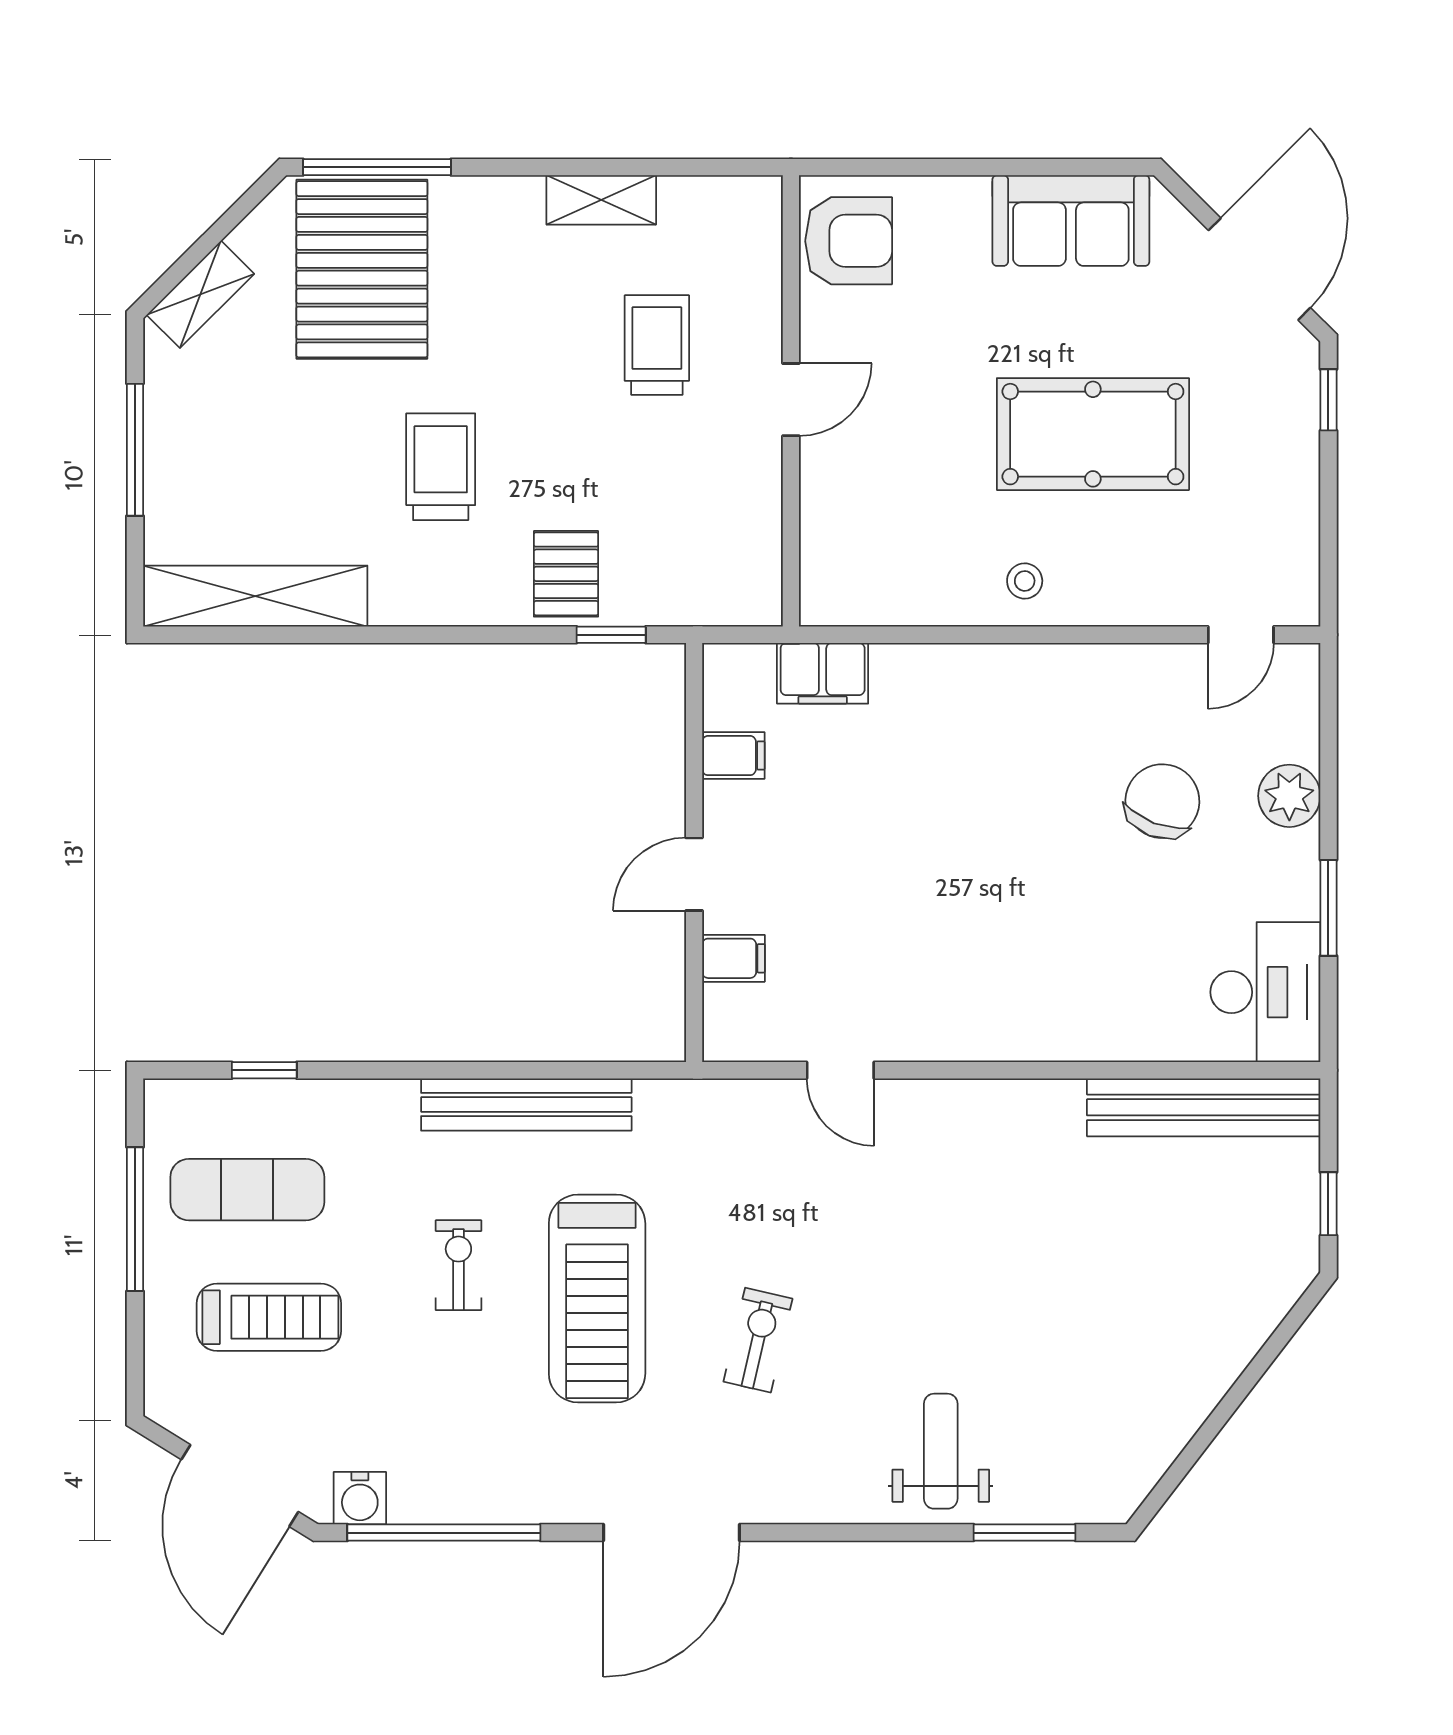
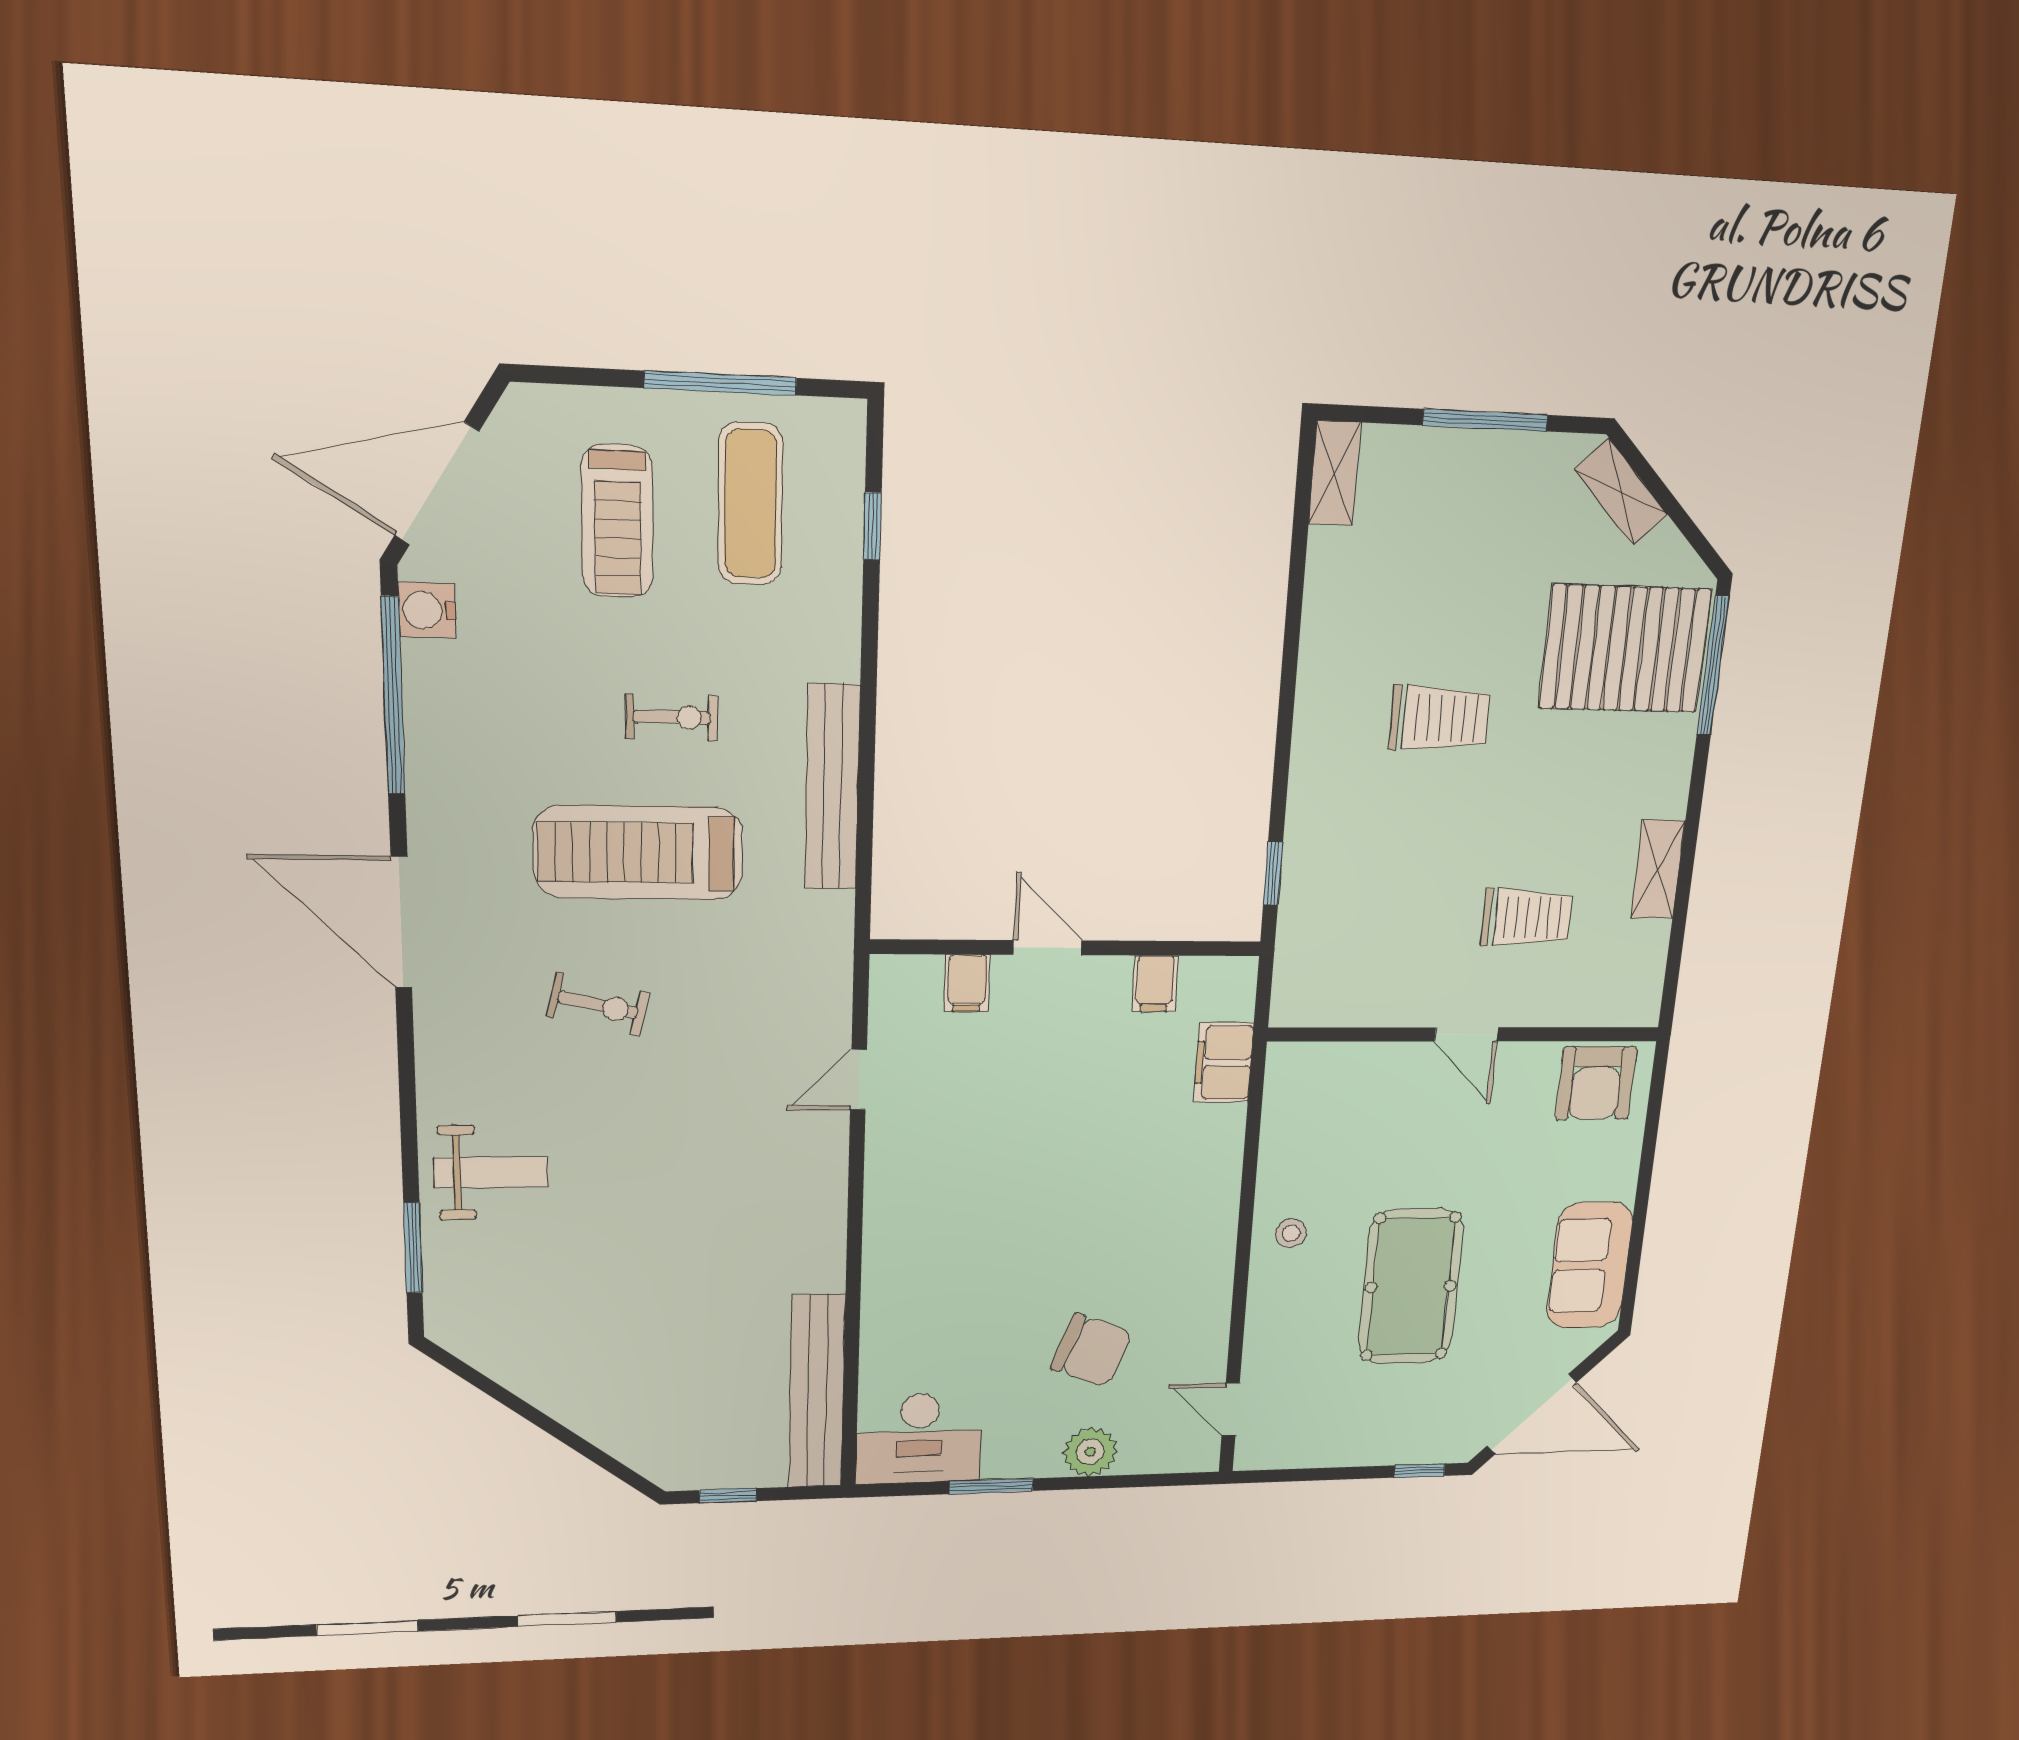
pallet: (566, 574) -> (1332, 833), removed
shelving: (255, 596) -> (1334, 473), width x0.45, depth x0.75

